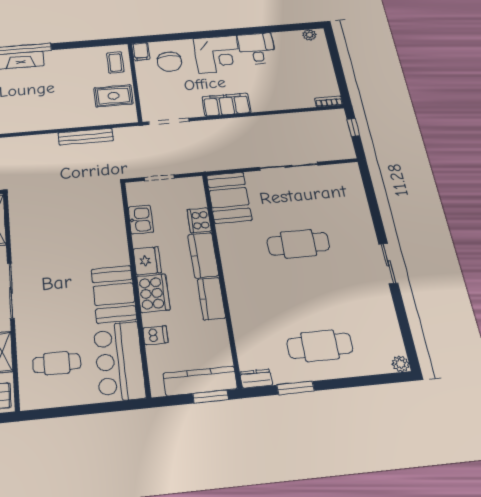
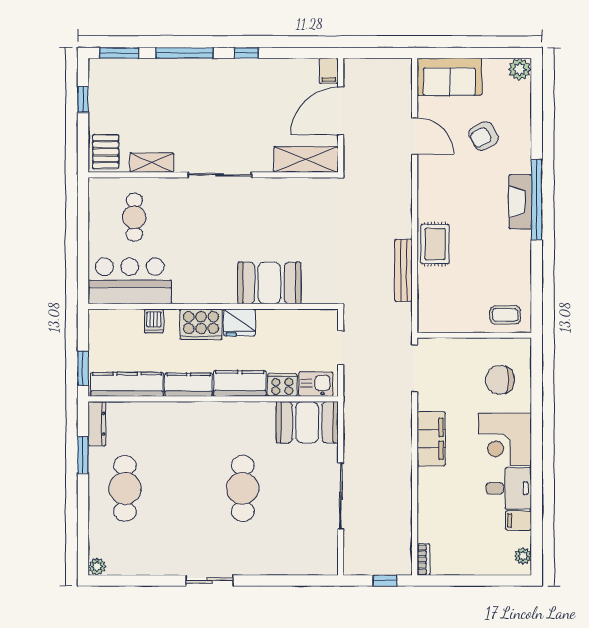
filing cabinet: (141, 51) -> (519, 520), moved
rug: (113, 96) -> (435, 244), moved
kitchen sink: (141, 220) -> (316, 384), moved, turned 180
booth: (114, 294) -> (269, 283), moved
dresser: (256, 379) -> (97, 424), width x1.44
kitchen counter: (200, 381) -> (127, 384), moved, turned -90

